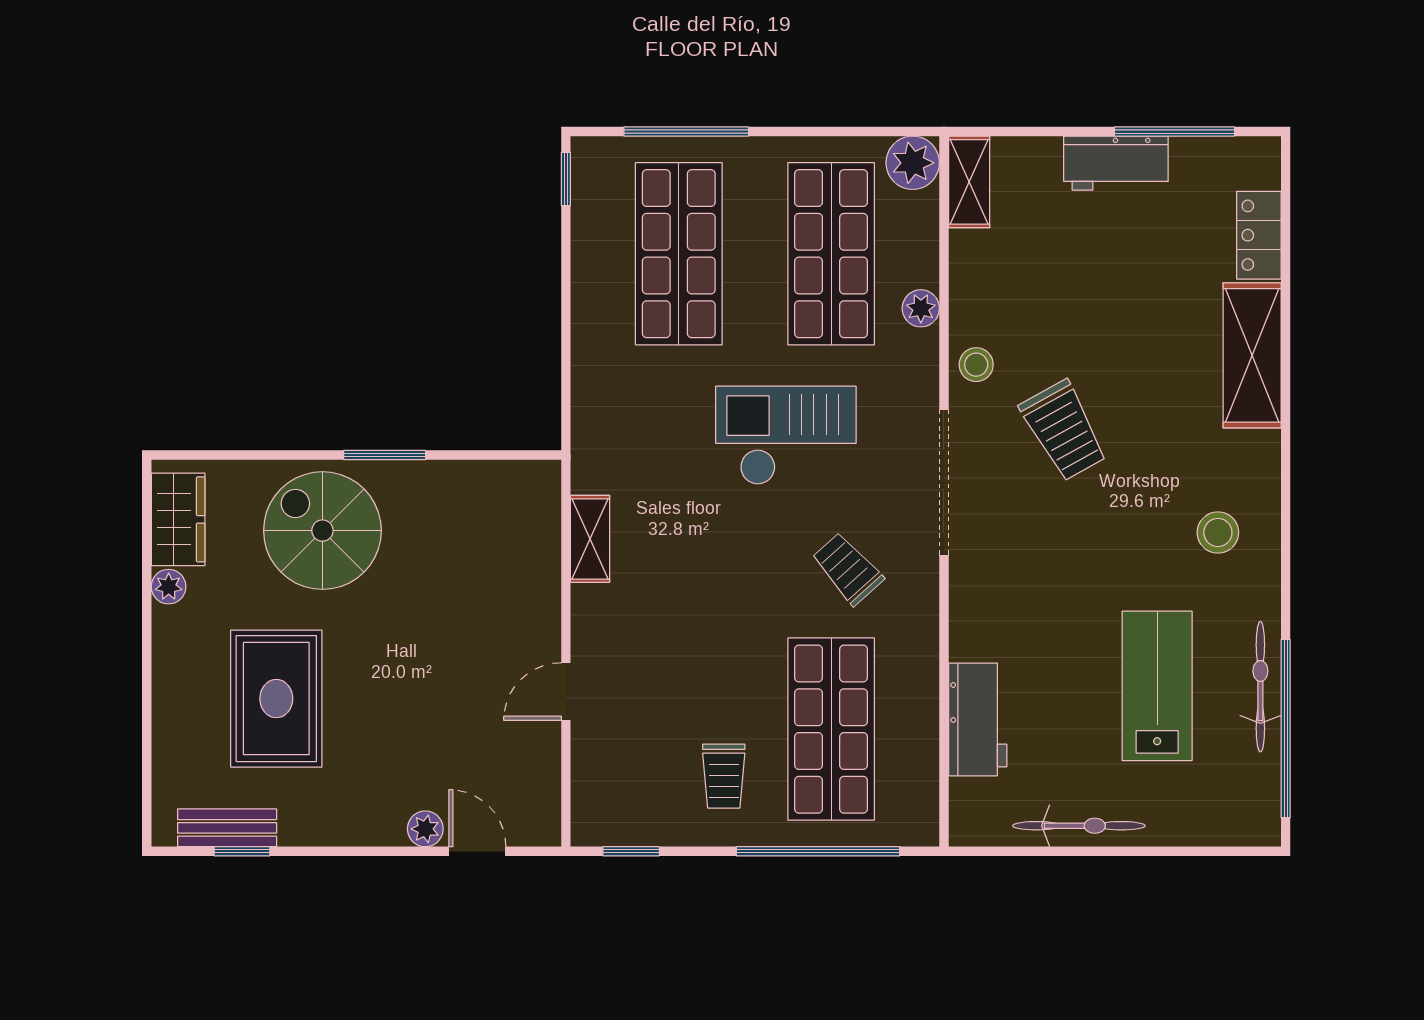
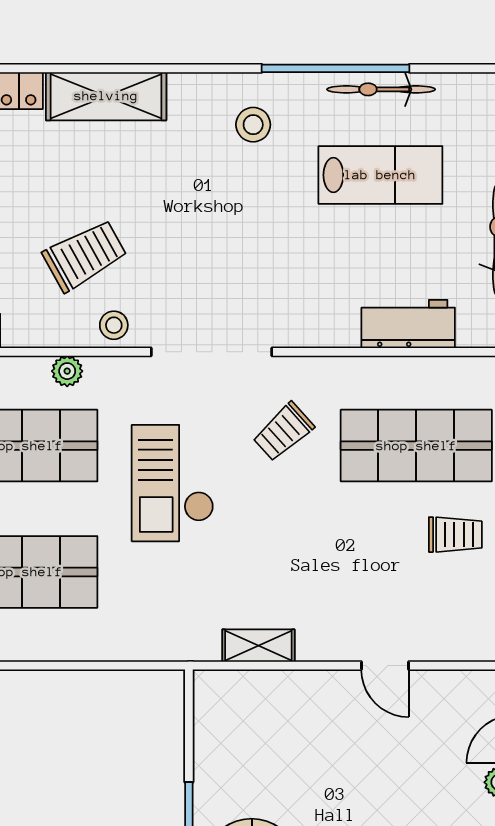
trolley: (1064, 431) -> (85, 255), moved
lab bench: (1157, 686) -> (380, 175), turned 180
window: (1286, 729) -> (335, 68), moved

